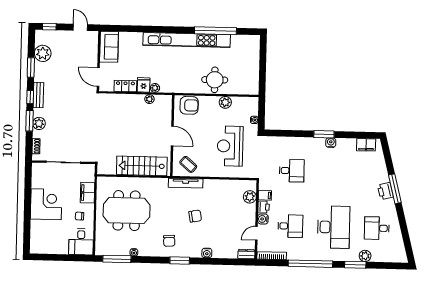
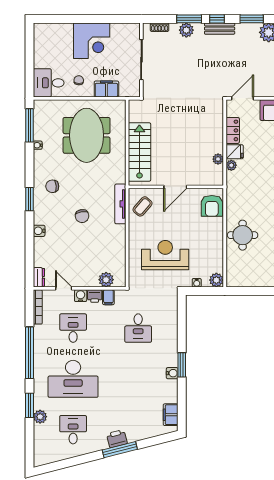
plant: (225, 102) -> (216, 280), moved
desk: (290, 226) -> (73, 328), turned 180

